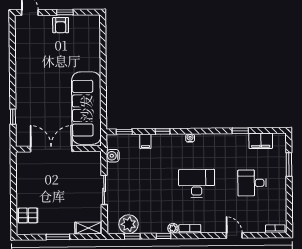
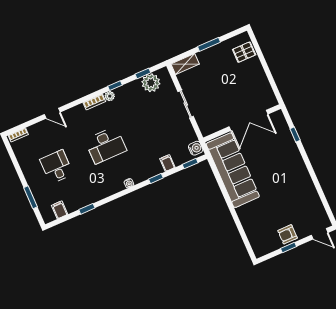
armchair: (61, 25) -> (288, 234), turned -90
filing cabinet: (261, 141) -> (60, 210), width x0.50
water cooler: (113, 156) -> (196, 148), moved
desk: (252, 183) -> (56, 167), turned -90

